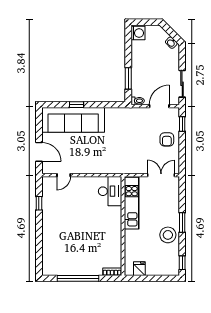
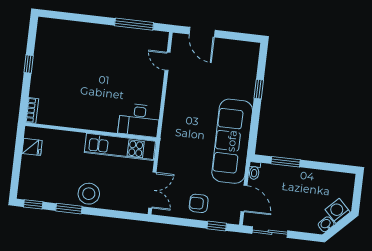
washing machine: (138, 33) -> (338, 211), moved, turned 135
sofa: (73, 120) -> (232, 141), moved
door: (39, 152) -> (202, 32), hinge flipped
window: (39, 203) -> (134, 24), width x2.17
window: (182, 223) -> (69, 209), moved
stool: (168, 235) -> (89, 194), moved
window: (78, 278) -> (29, 64), width x0.32

